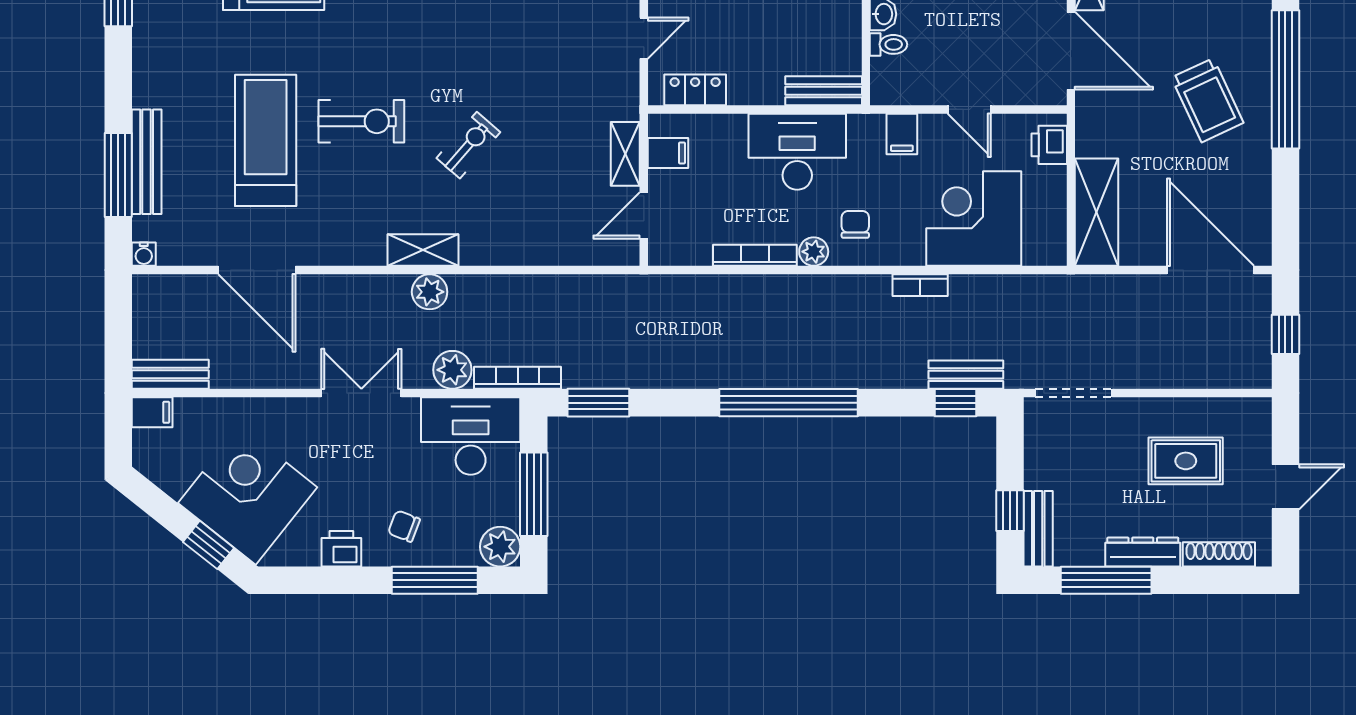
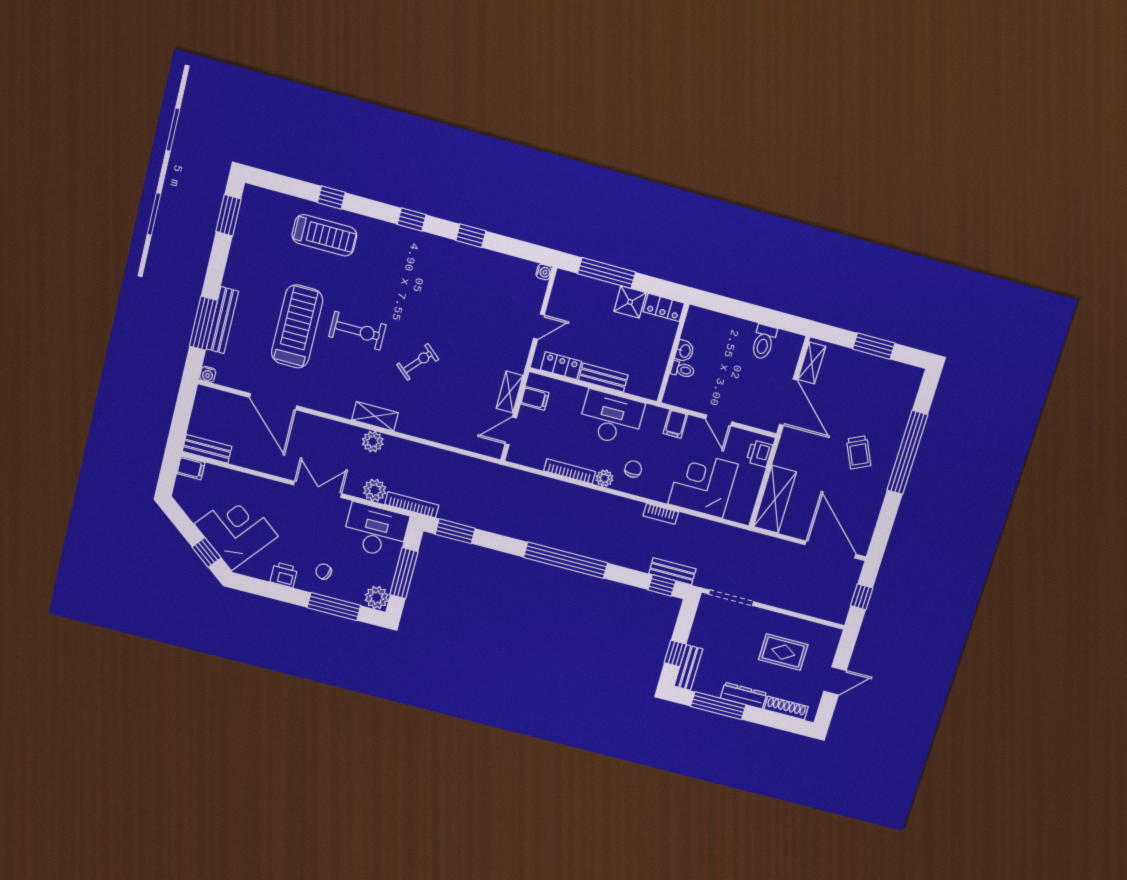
bench: (824, 91) -> (603, 378), moved
trolley: (1207, 100) -> (859, 452), width x0.73, depth x0.72

